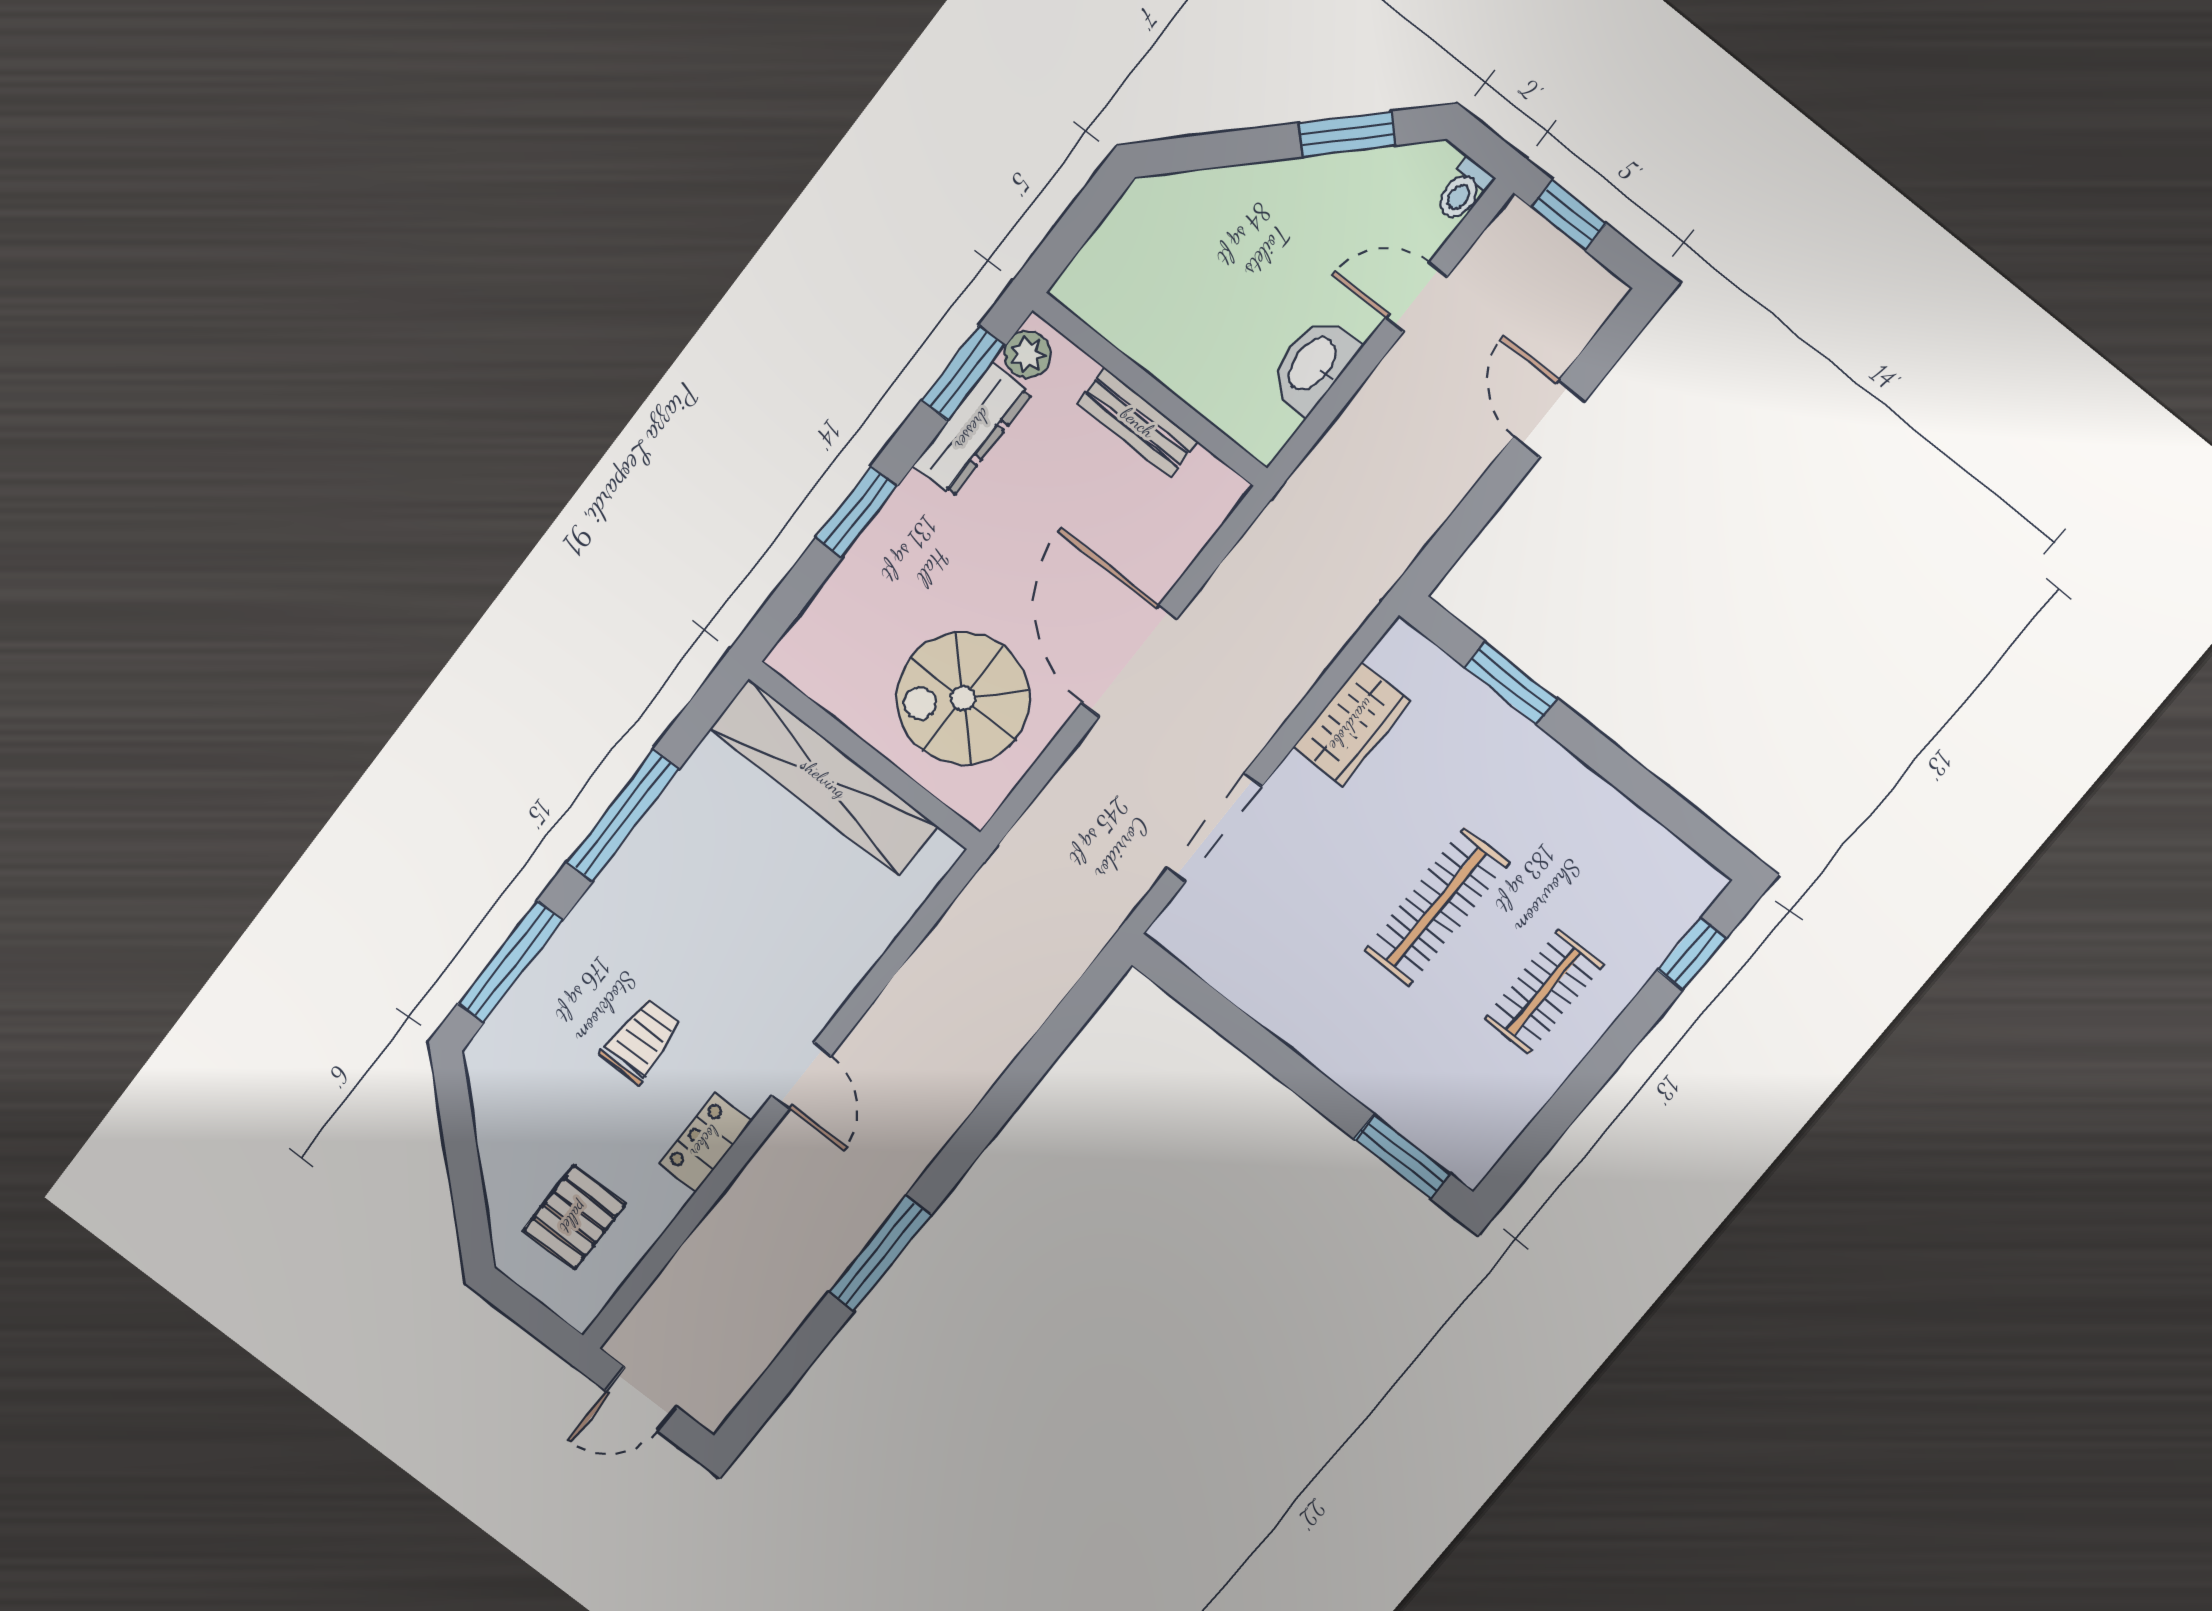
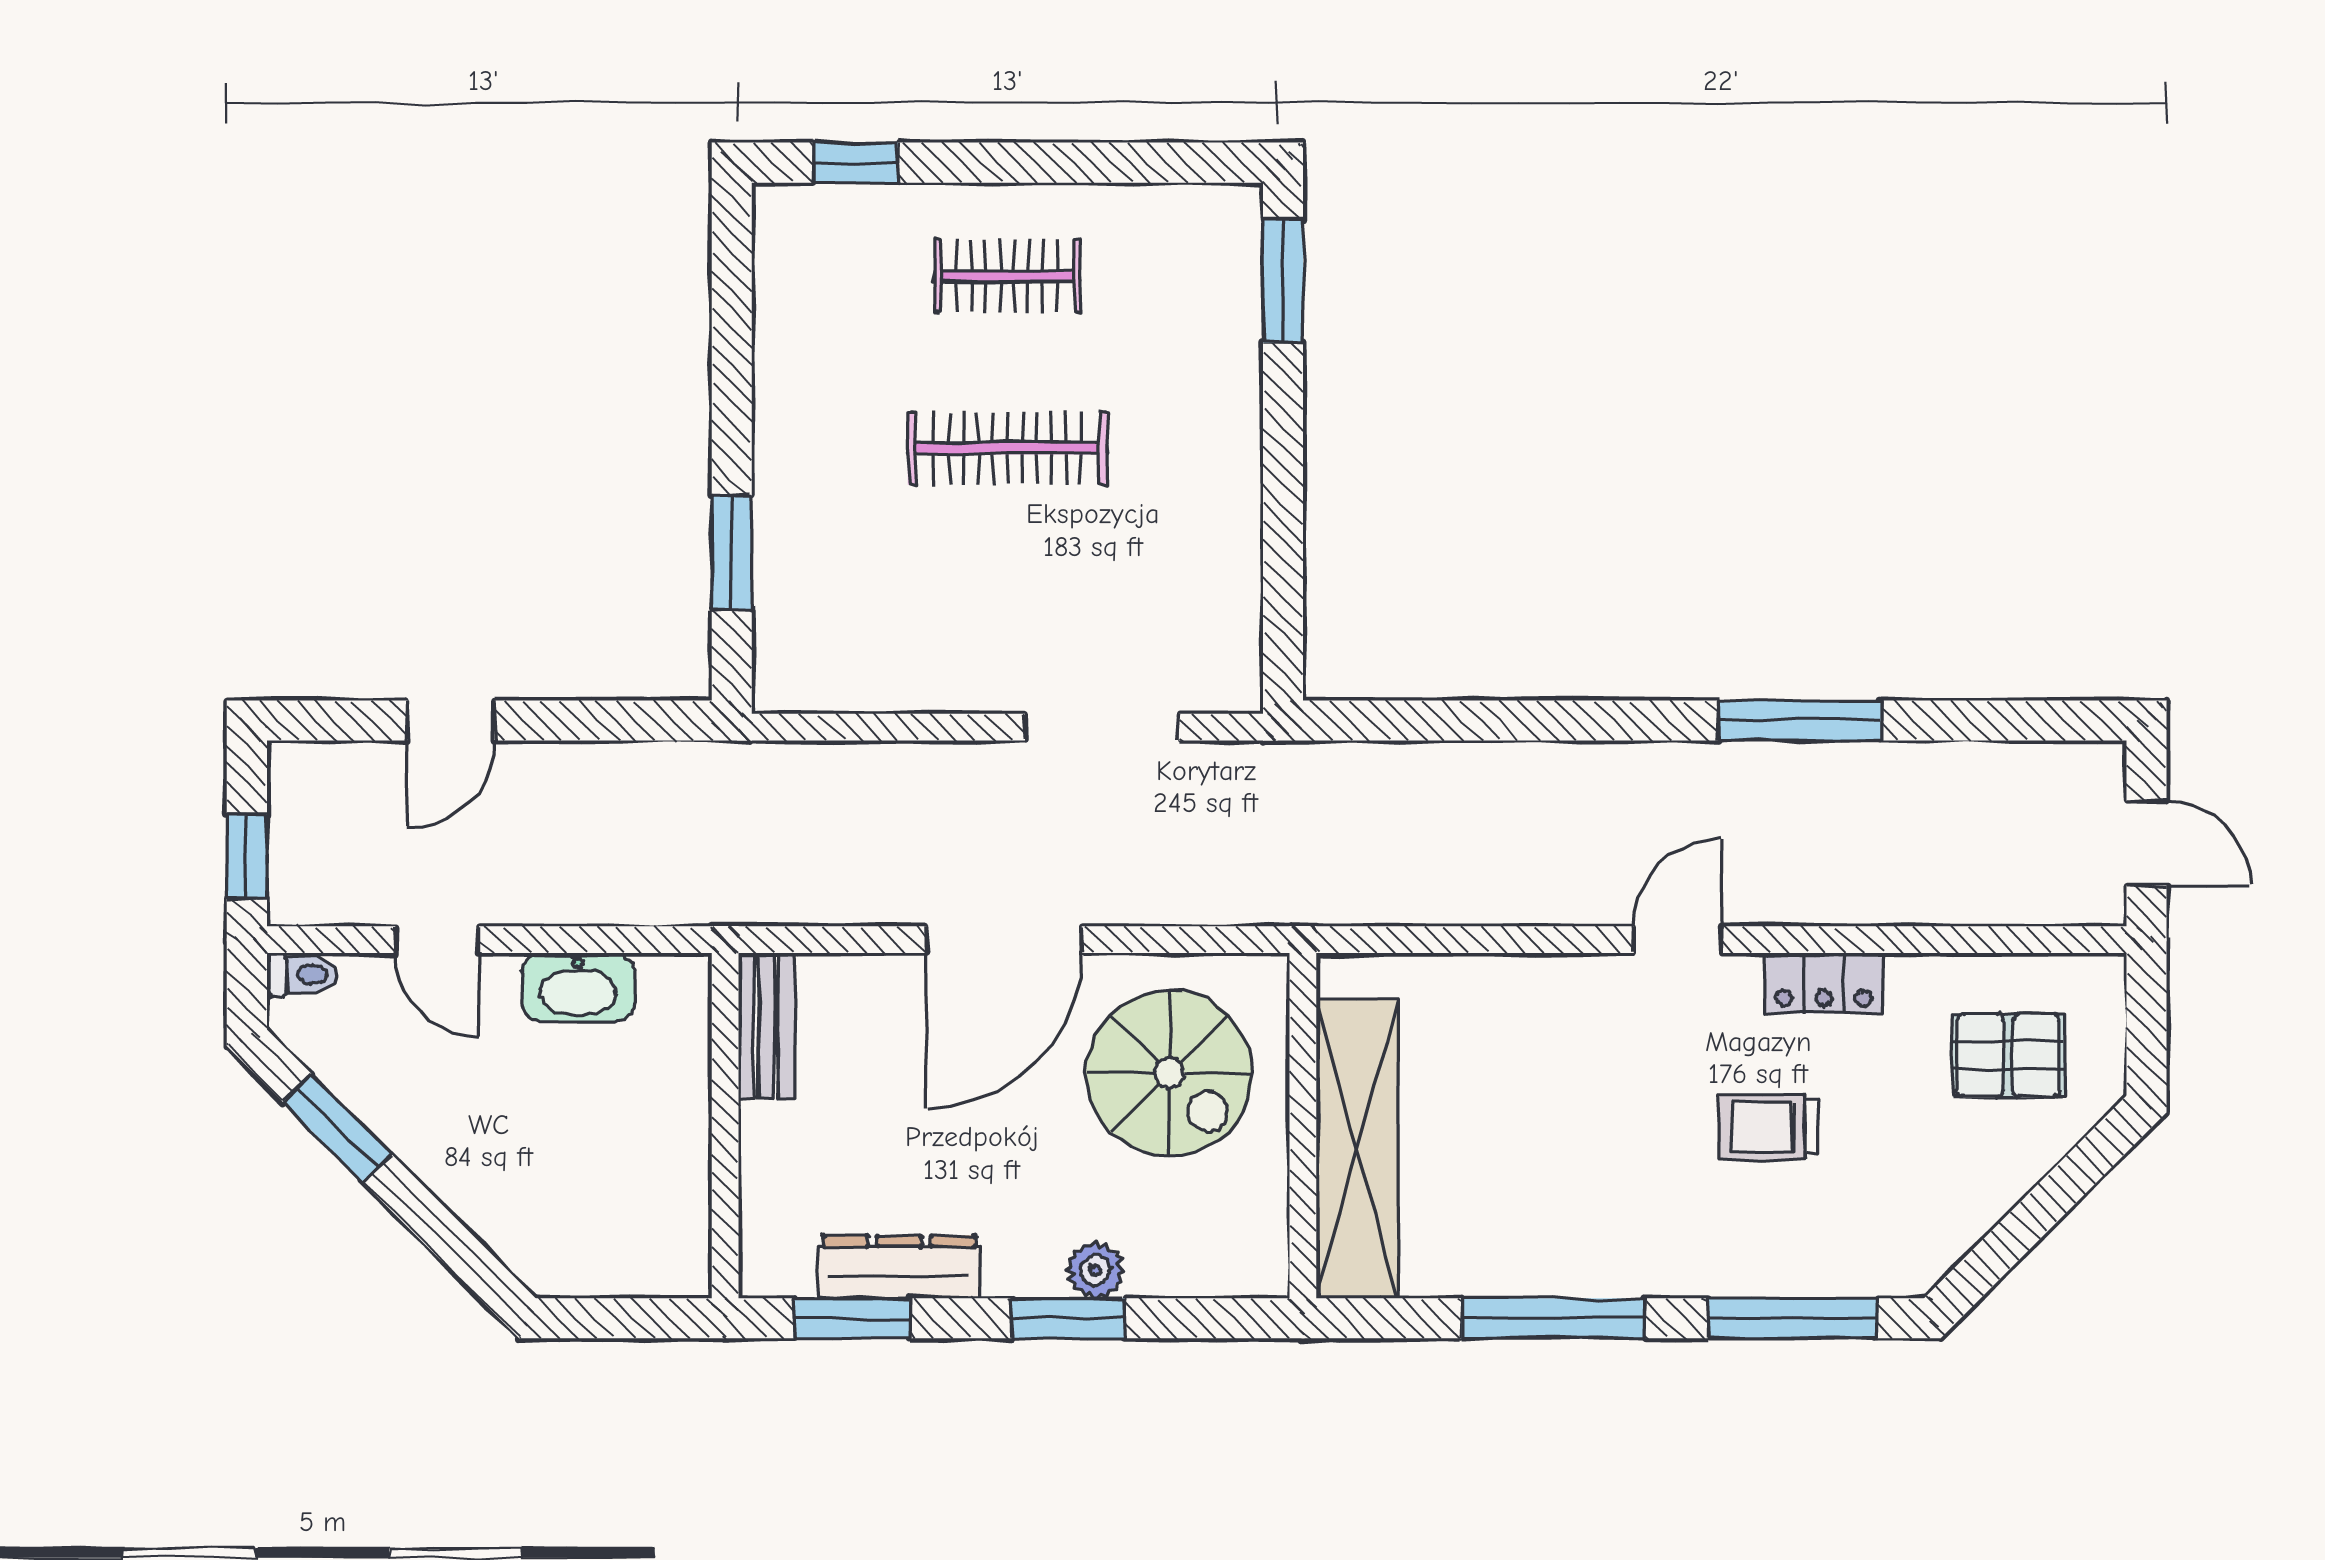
plant: (1027, 355) -> (1095, 1270), moved
bench: (1138, 422) -> (766, 1026), moved
wardrobe: (1352, 725) -> (895, 674), removed

